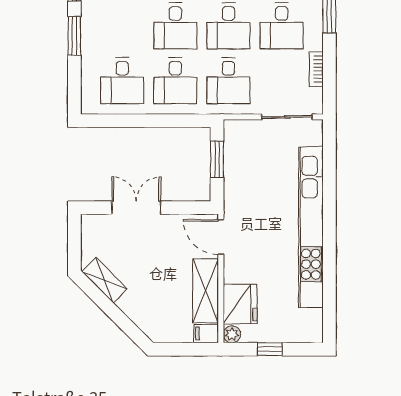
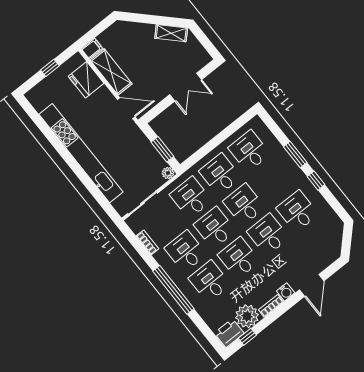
plant: (232, 334) -> (168, 173), moved

